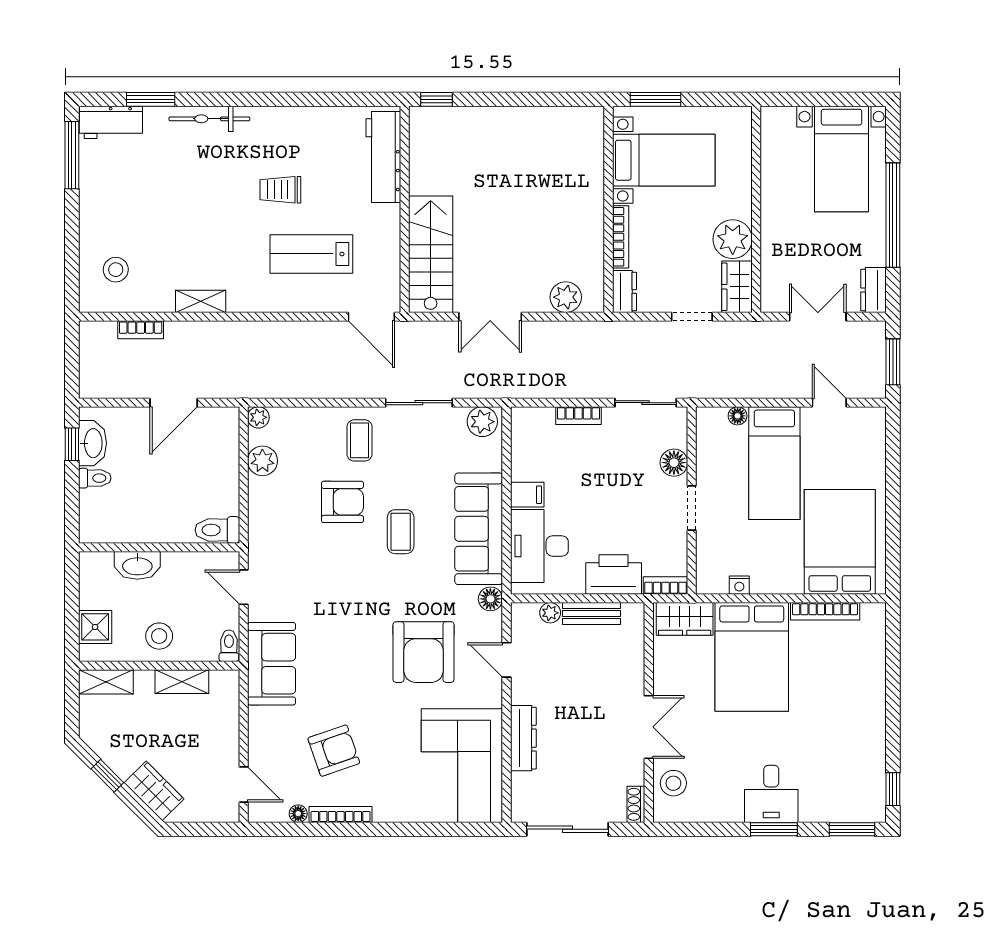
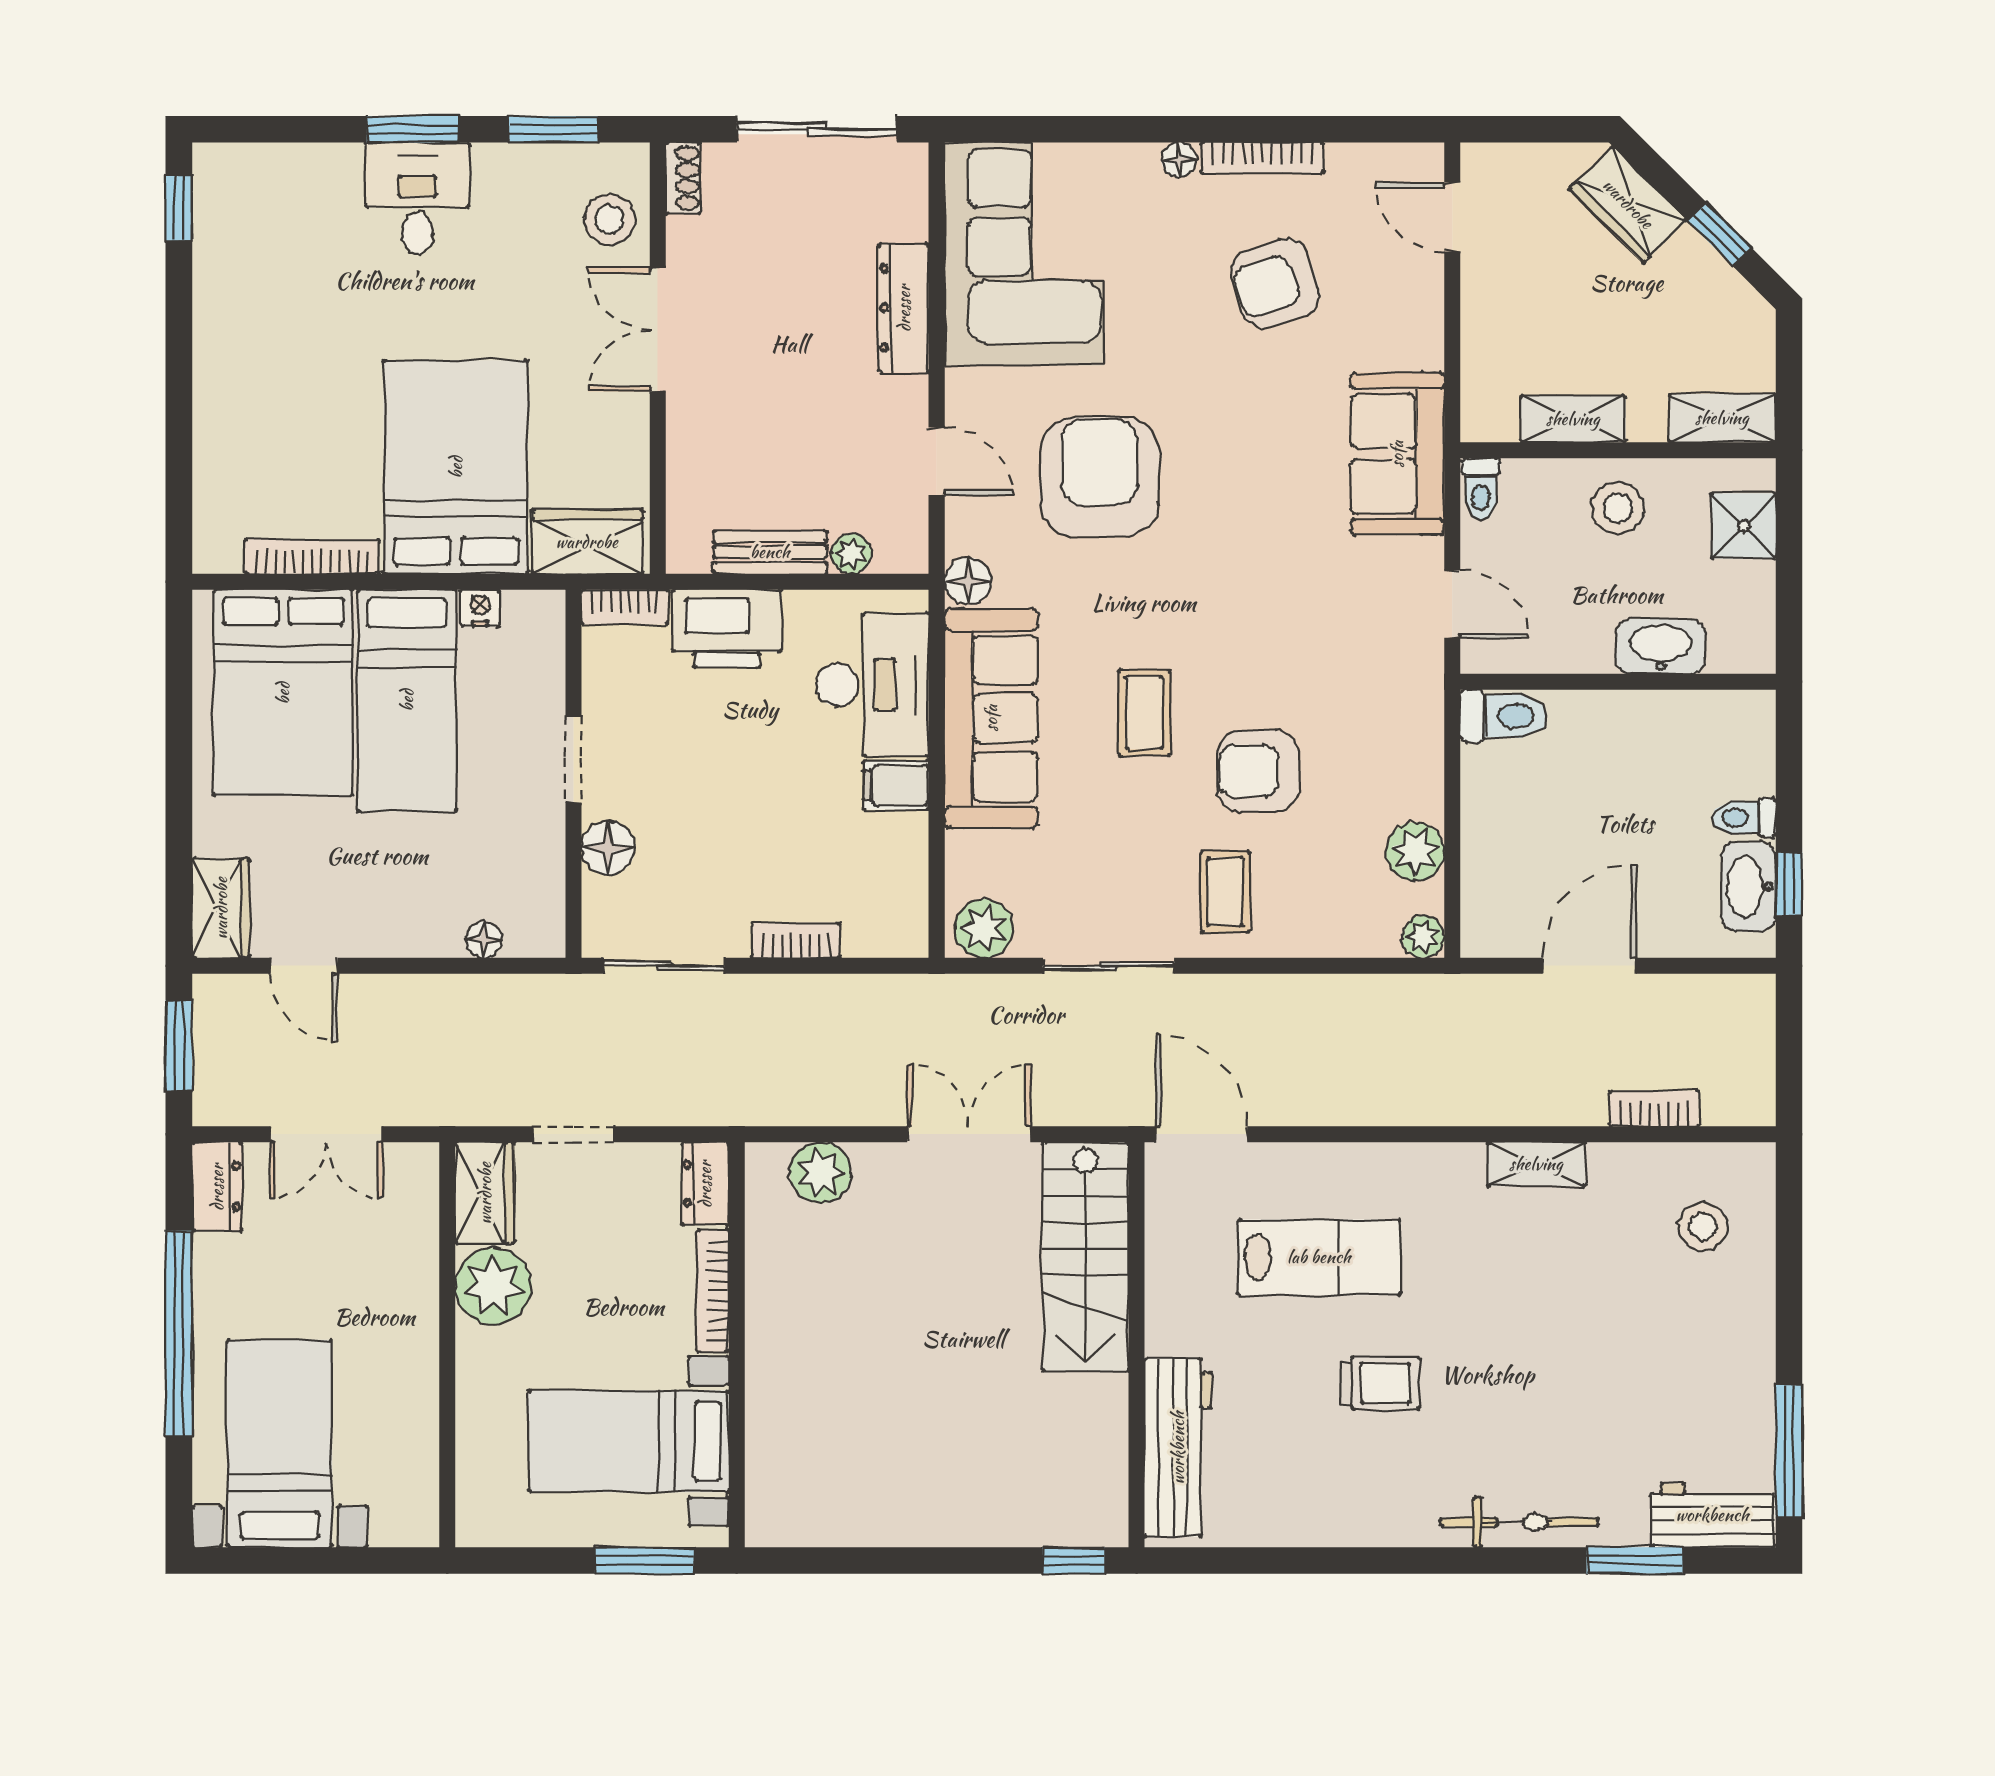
wardrobe: (872, 432) -> (221, 908), added
bed: (774, 463) -> (407, 700), moved, turned 180
floor lamp: (298, 814) -> (1179, 160), moved
window: (852, 829) -> (553, 129), moved

